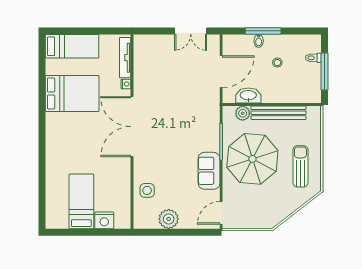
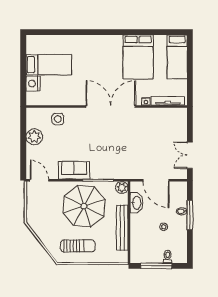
plant: (243, 113) -> (122, 187), moved

